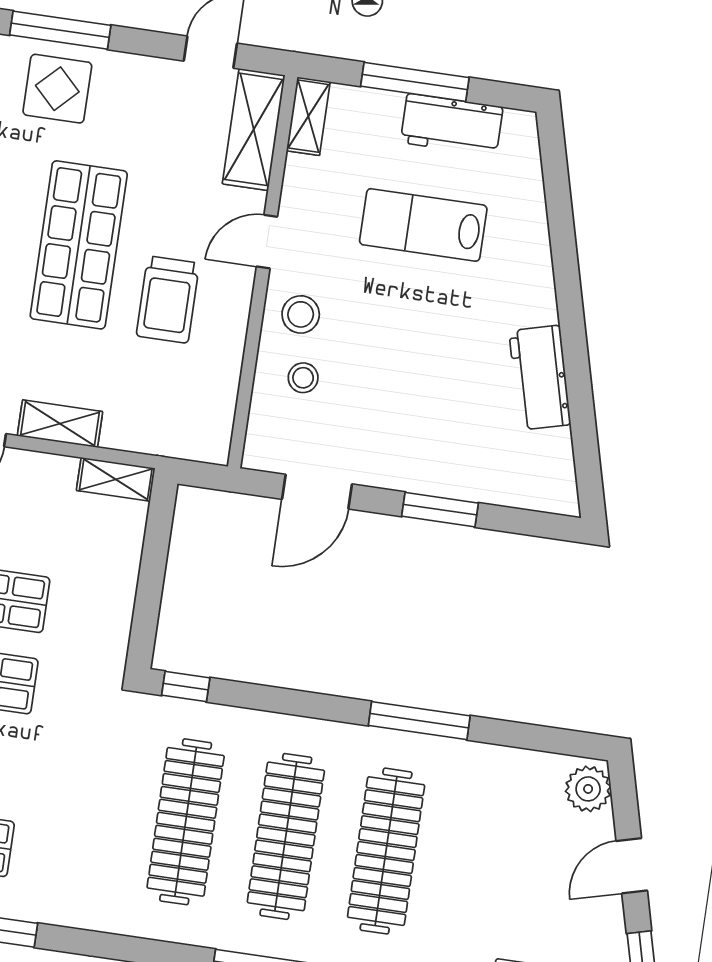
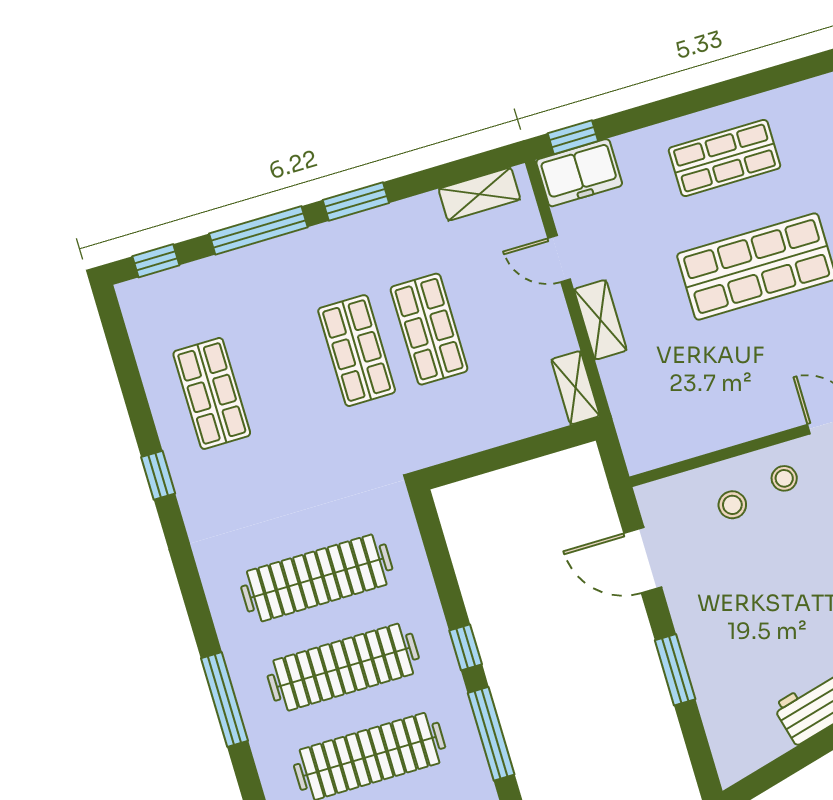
trolley: (168, 300) -> (745, 362), removed
stool: (301, 314) -> (784, 478), width x0.73, depth x0.73
window: (186, 687) -> (466, 647), moved

